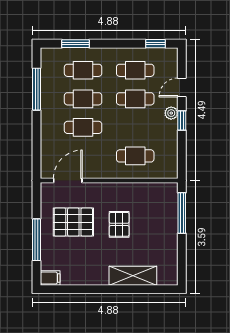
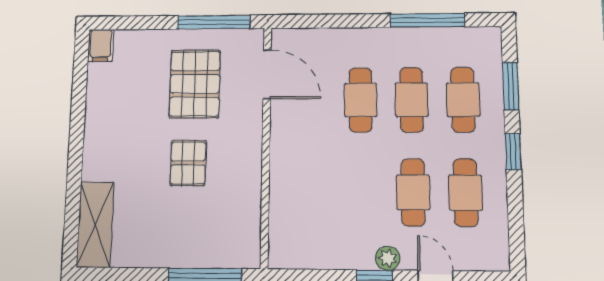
window: (155, 44) -> (513, 152), moved
cafe table: (135, 156) -> (309, 192), removed
pallet: (119, 224) -> (188, 163), turned 90
window: (37, 240) -> (214, 22), moved
shelving: (133, 276) -> (95, 224), moved

